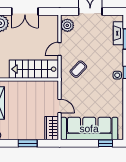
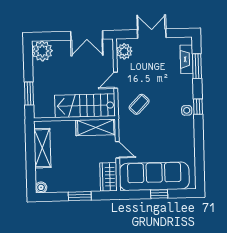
double door: (25, 11) -> (87, 35), moved
shelving: (42, 87) -> (96, 127), added
window: (105, 143) -> (159, 194), moved

